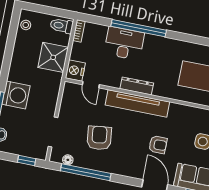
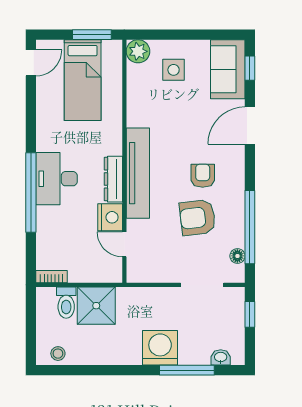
toilet: (62, 26) -> (66, 303), moved
desk: (124, 43) -> (56, 179), moved
nightstand: (75, 71) -> (110, 217), moved, turned -90
door: (91, 85) -> (124, 244), swing flipped
armchair: (158, 145) -> (203, 176), moved

